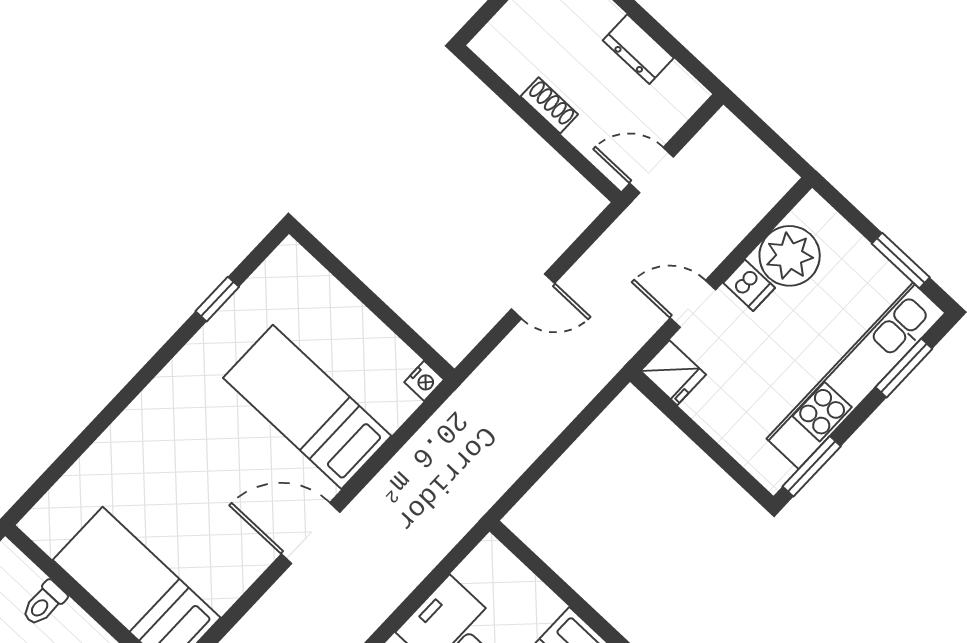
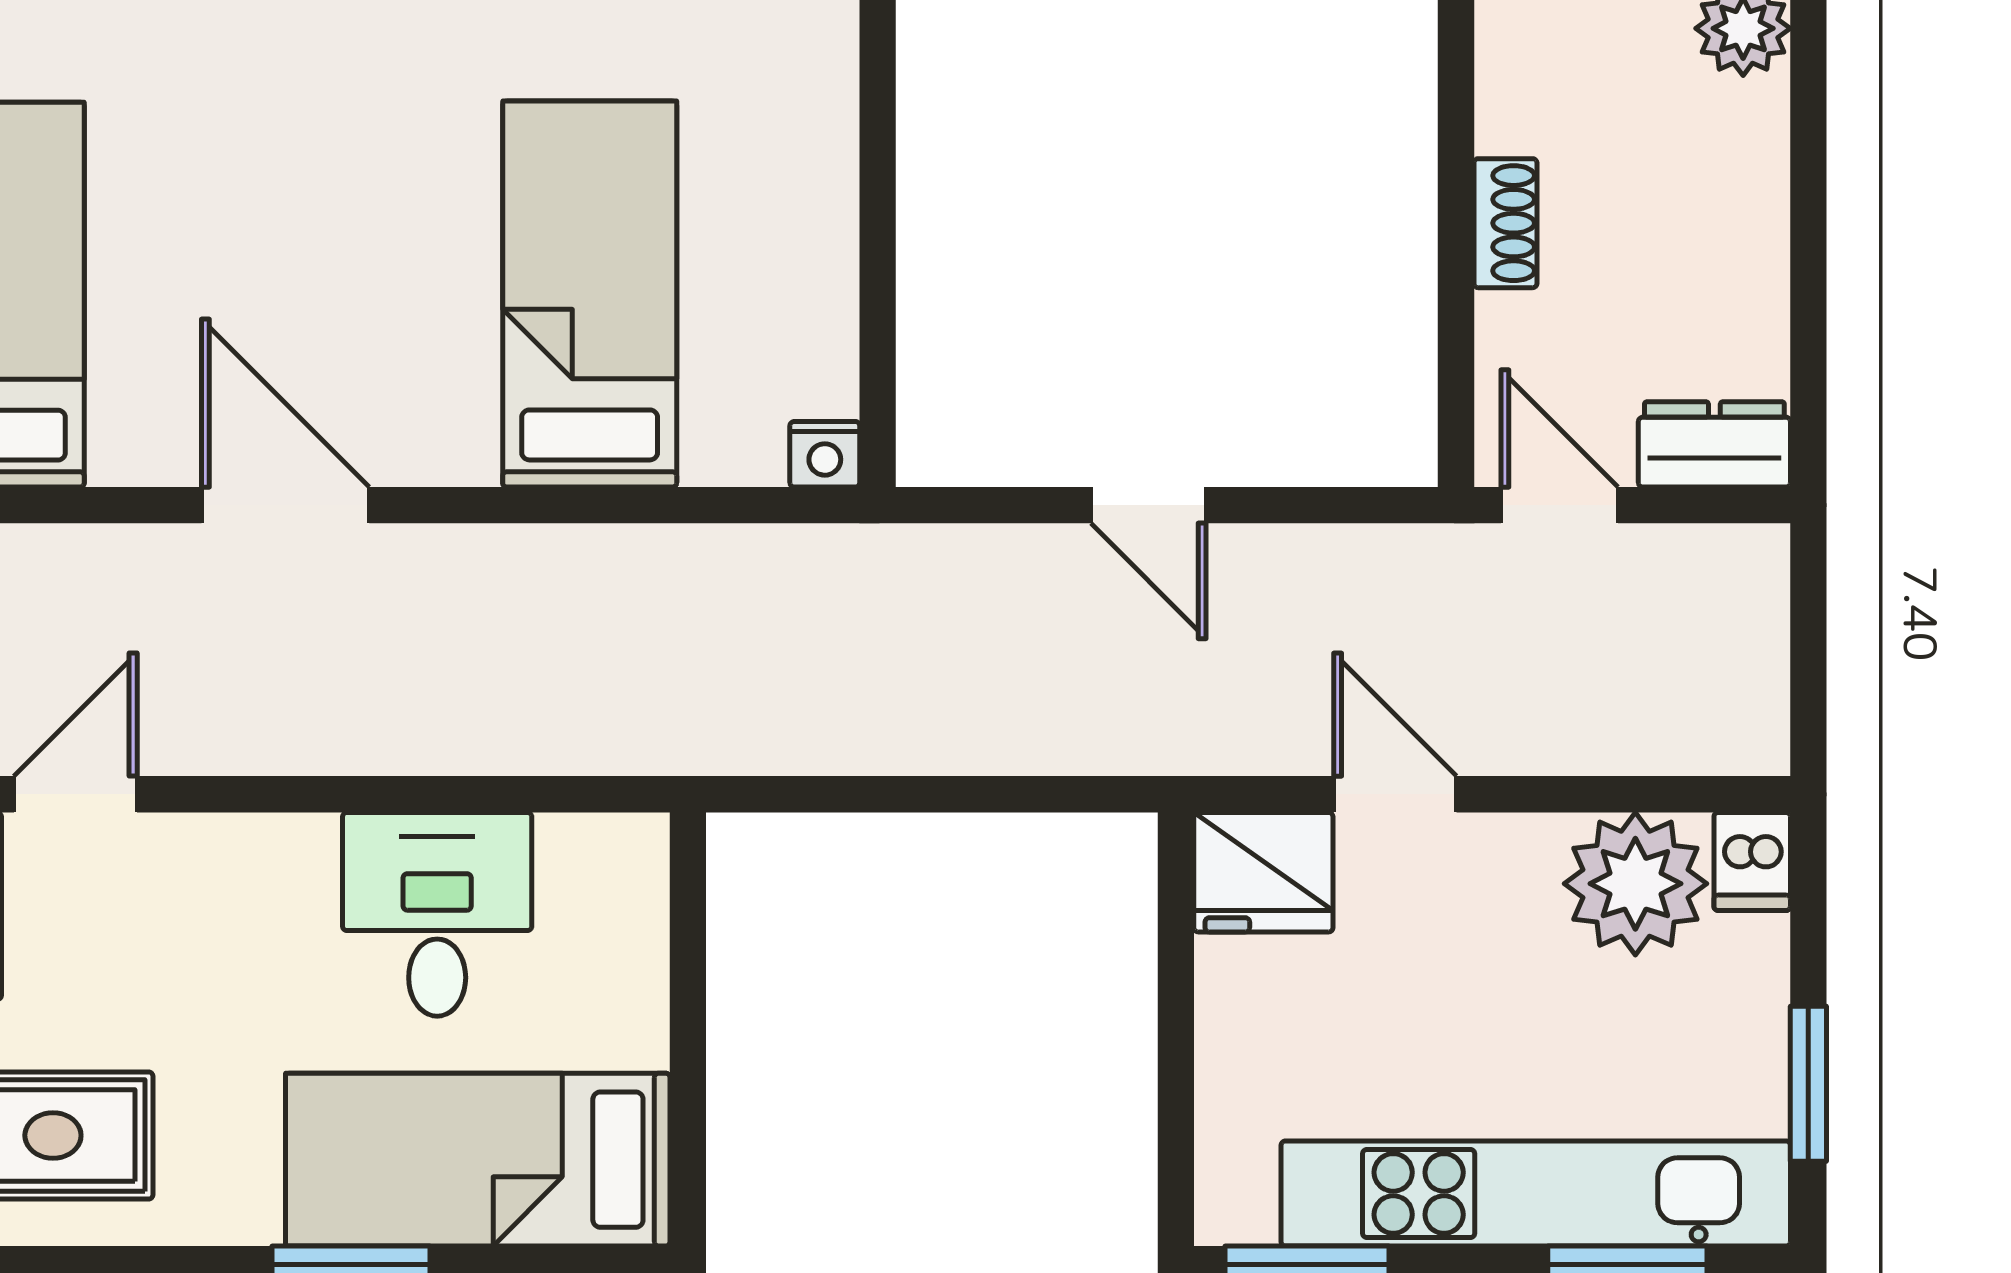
dresser: (638, 49) -> (1714, 444), moved, turned 90
dishwasher: (749, 285) -> (1752, 862), moved
fridge: (673, 373) -> (1263, 872), width x1.38
door: (311, 533) -> (285, 505), moved

